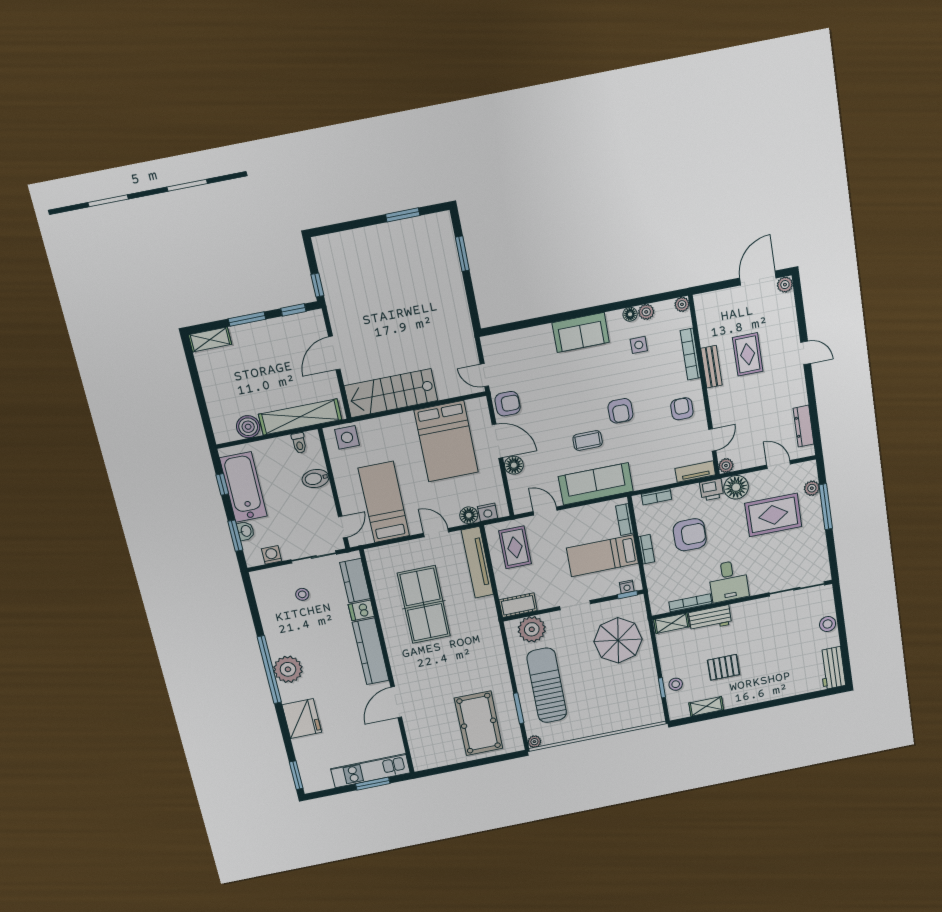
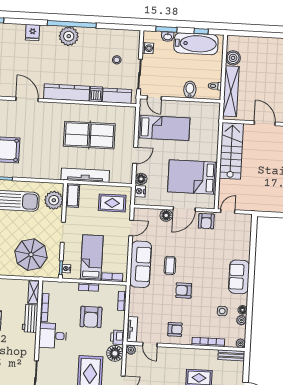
bench: (711, 367) -> (231, 355), moved
side table: (347, 437) -> (211, 116), removed
tv unit: (477, 562) -> (85, 175), moved
fridge: (302, 719) -> (32, 33), width x0.53, depth x0.75

